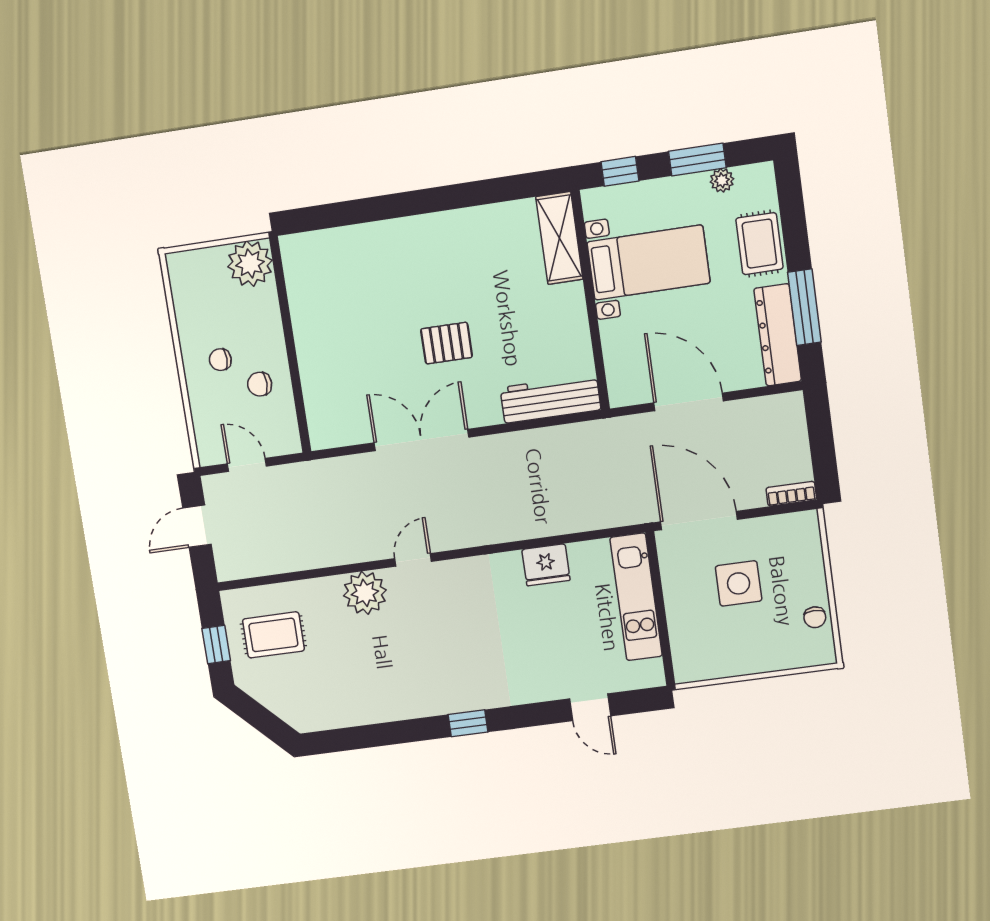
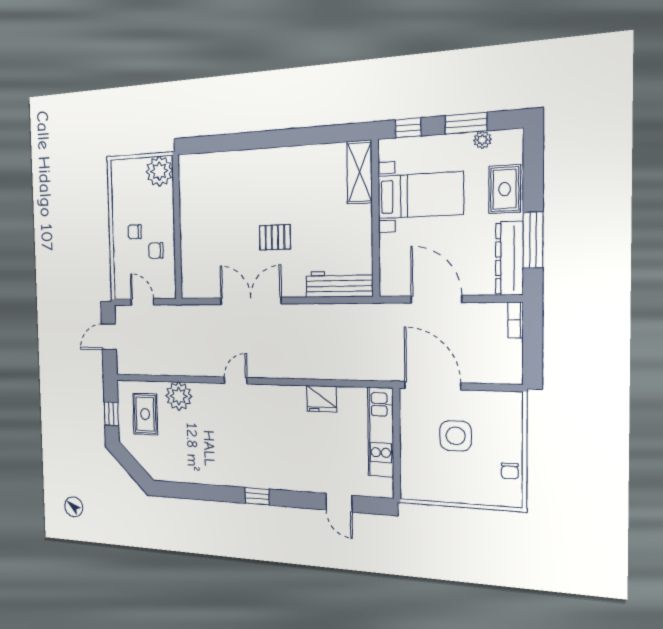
bookcase: (791, 494) -> (516, 320), moved, turned -90
plant: (365, 593) -> (179, 396), moved
rug: (273, 635) -> (145, 414), turned 90

